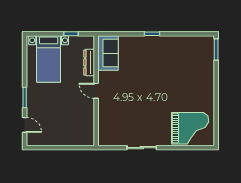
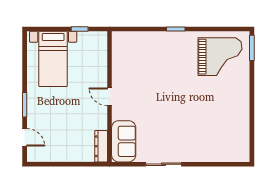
sofa: (108, 53) -> (124, 141), moved
dresser: (89, 62) -> (101, 146), moved
grand piano: (190, 128) -> (220, 57), moved

